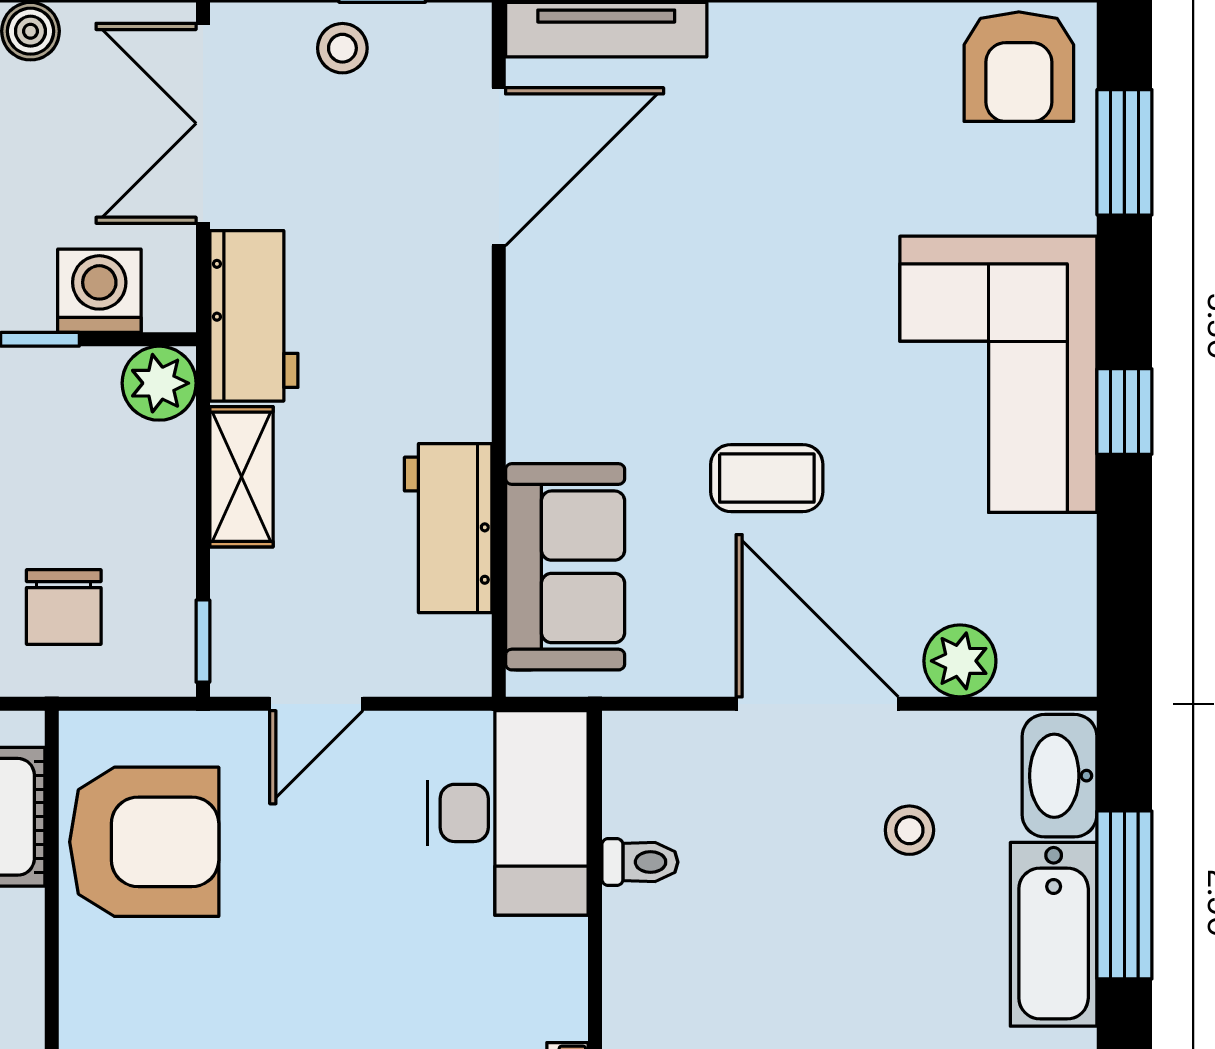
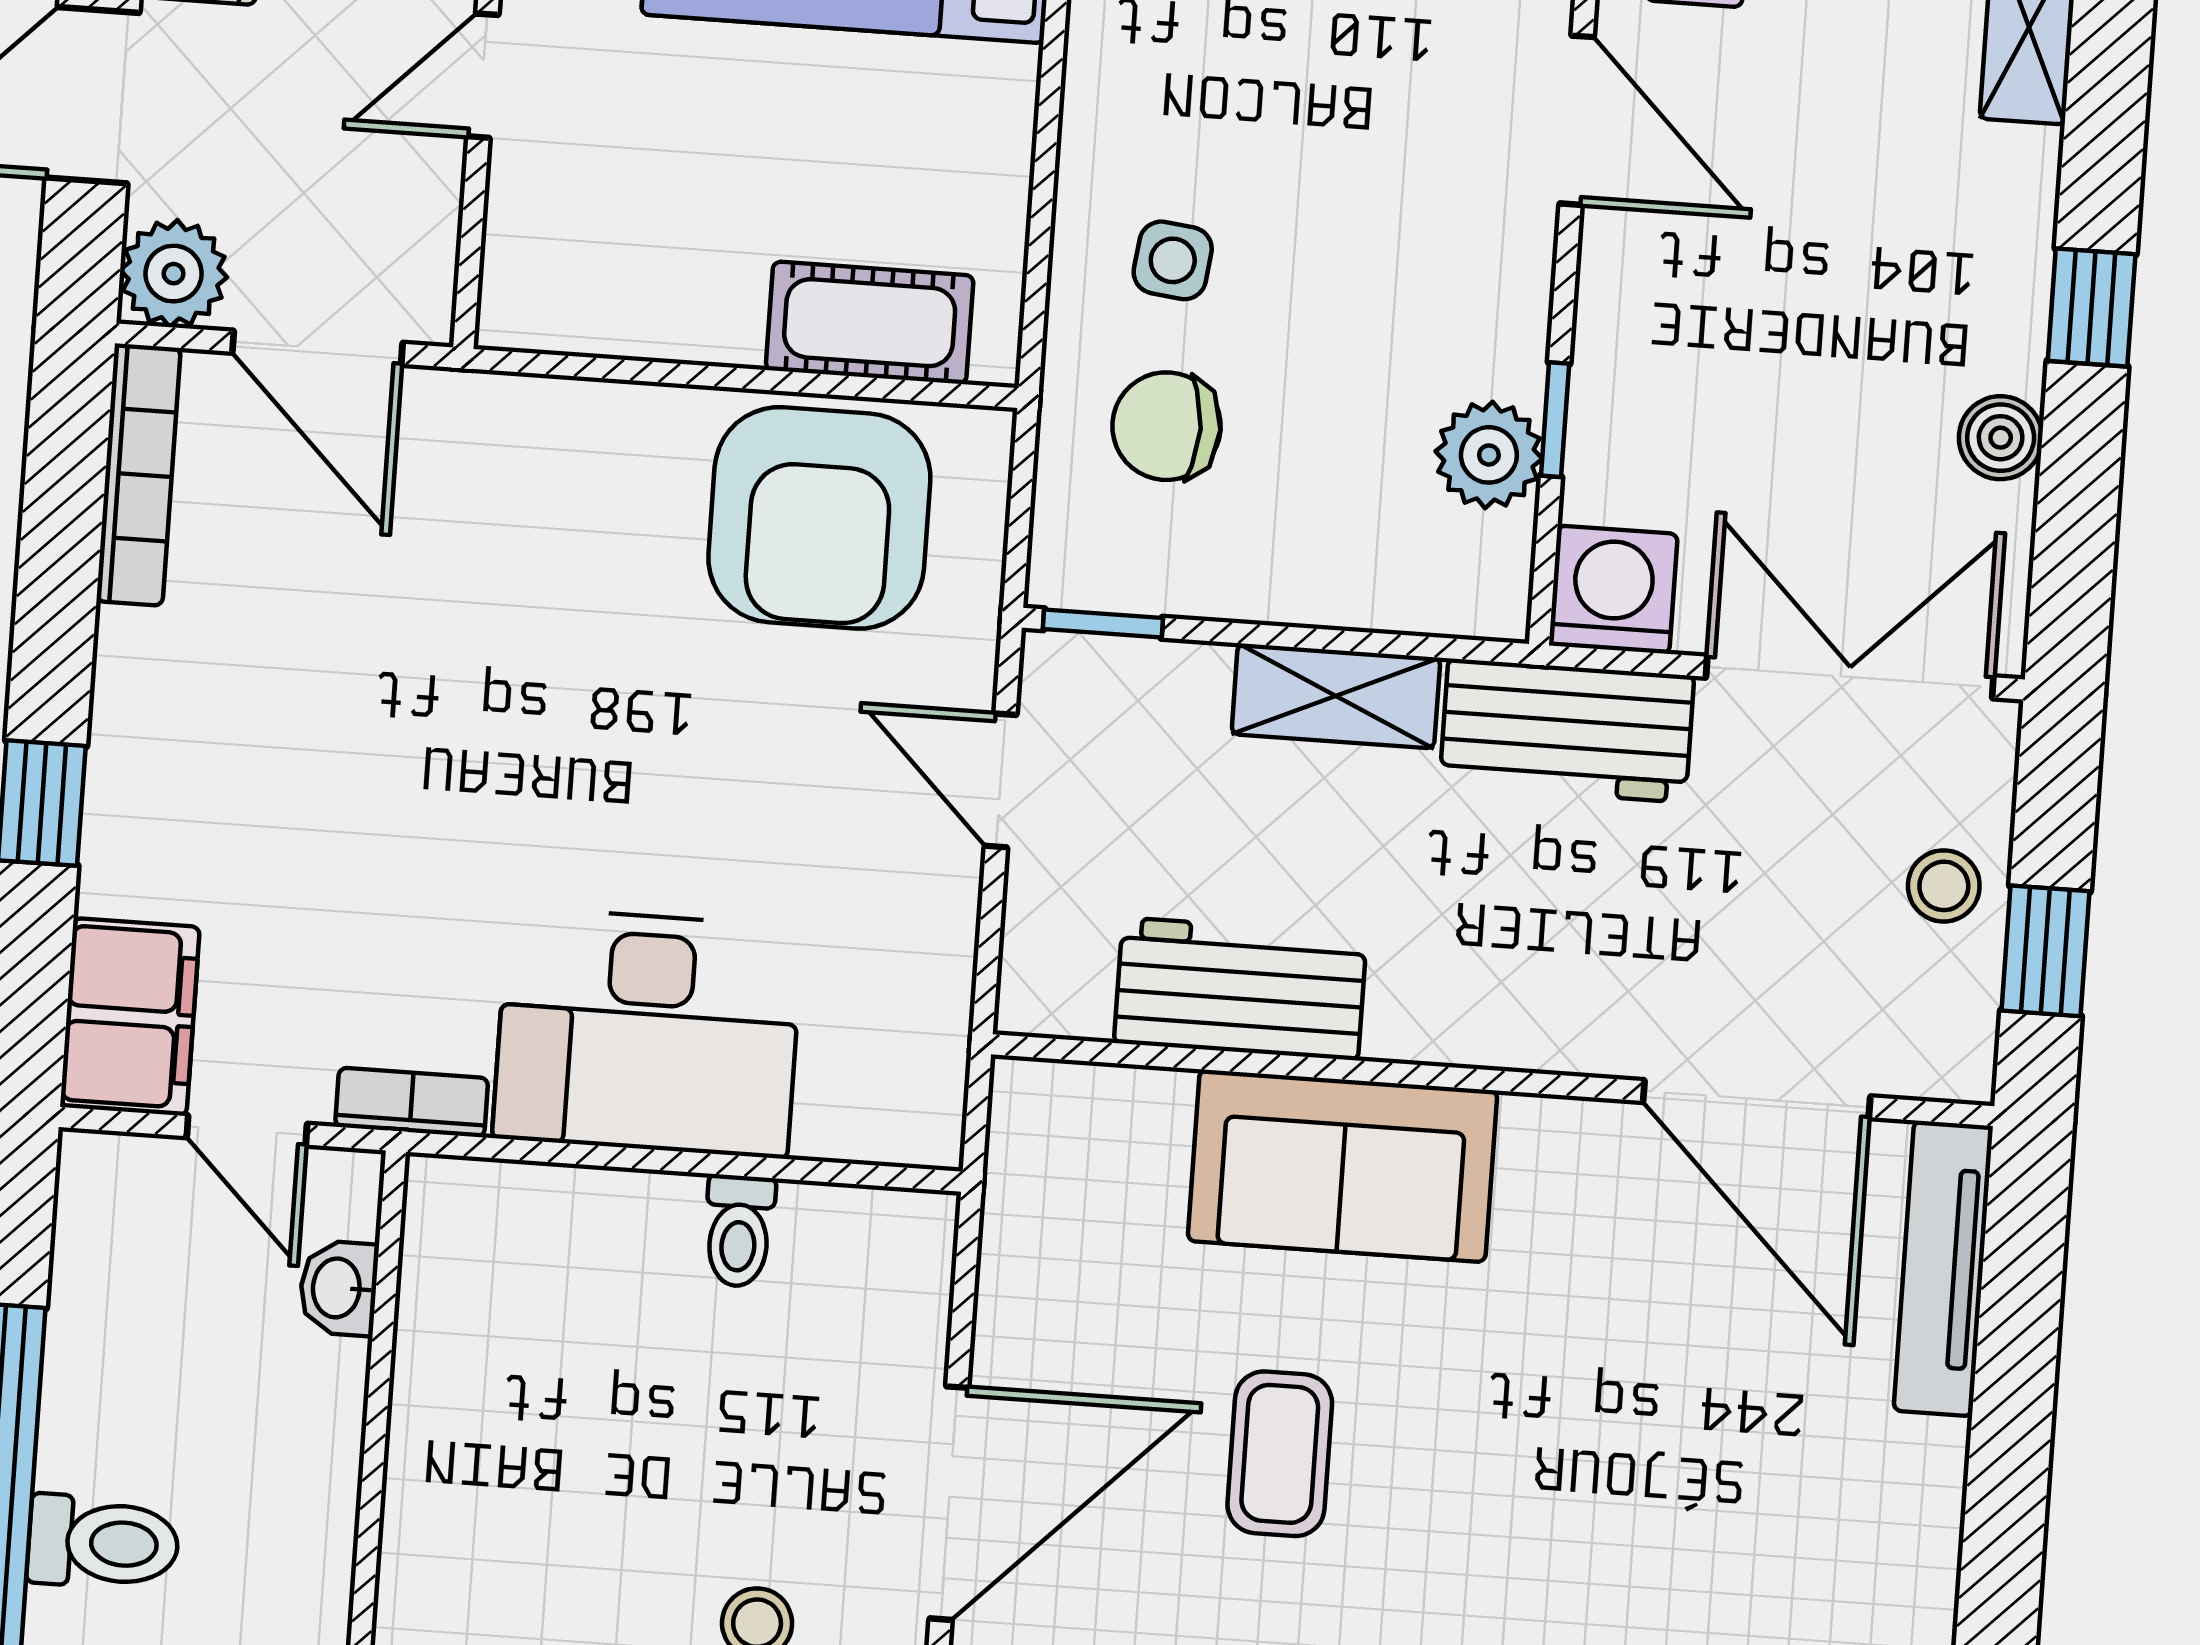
washing machine: (99, 291) -> (1613, 590), moved, turned -90
plant: (159, 383) -> (1489, 455), moved
sofa: (565, 567) -> (1343, 1166), moved
desk: (508, 813) -> (648, 1033), moved

